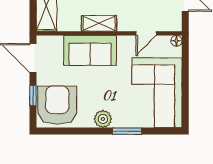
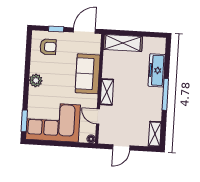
shelving: (99, 23) -> (107, 92), moved
armchair: (57, 105) -> (48, 47), width x0.53, depth x0.53
window: (127, 131) -> (24, 121), moved

